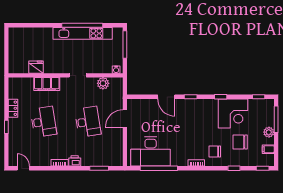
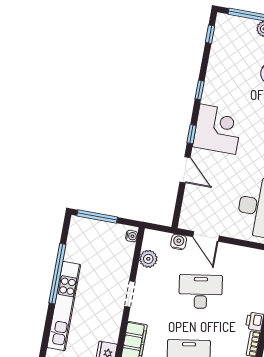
kitchen unit: (83, 33) -> (64, 306), moved
door: (166, 97) -> (185, 170), hinge flipped
water cooler: (118, 101) -> (179, 242), added
corner desk: (233, 113) -> (218, 129), moved

